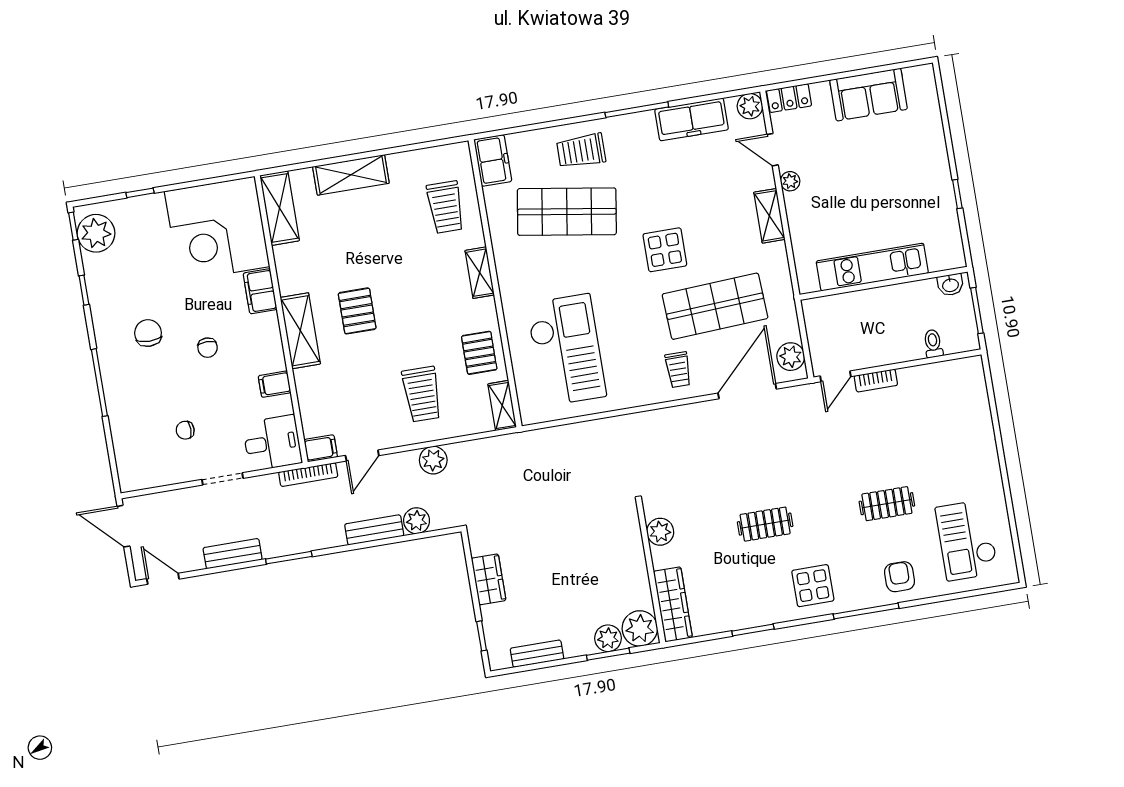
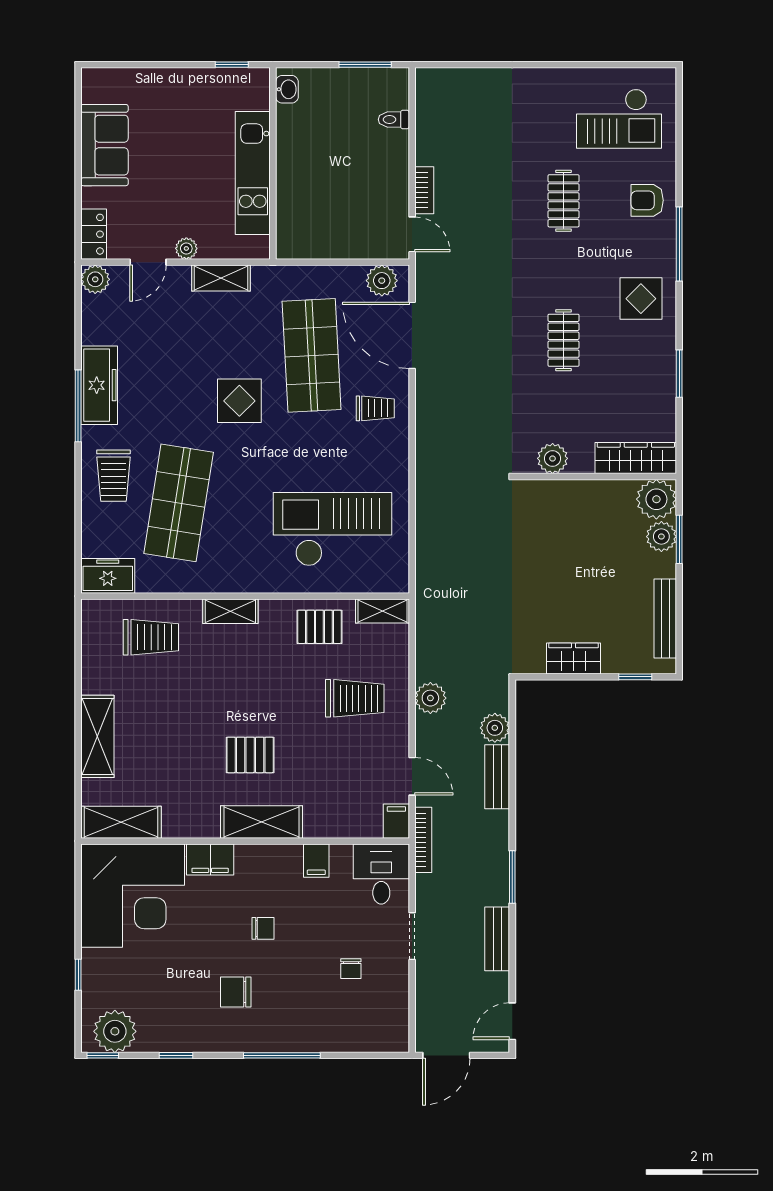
freezer: (692, 119) -> (99, 385), moved
kitchen unit: (872, 267) -> (253, 173), moved
wall: (884, 283) -> (273, 163), moved
washbasin: (950, 285) -> (287, 89), moved
bench: (537, 654) -> (665, 619), width x1.36

